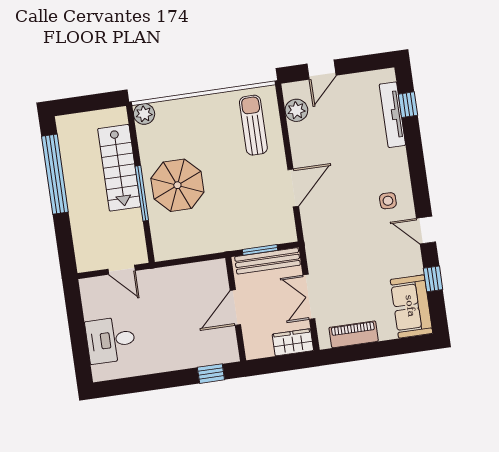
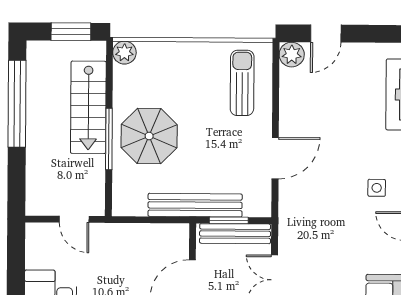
window: (93, 102) -> (71, 32), added
plant: (296, 110) -> (292, 55), moved
bench: (228, 241) -> (195, 205), added

